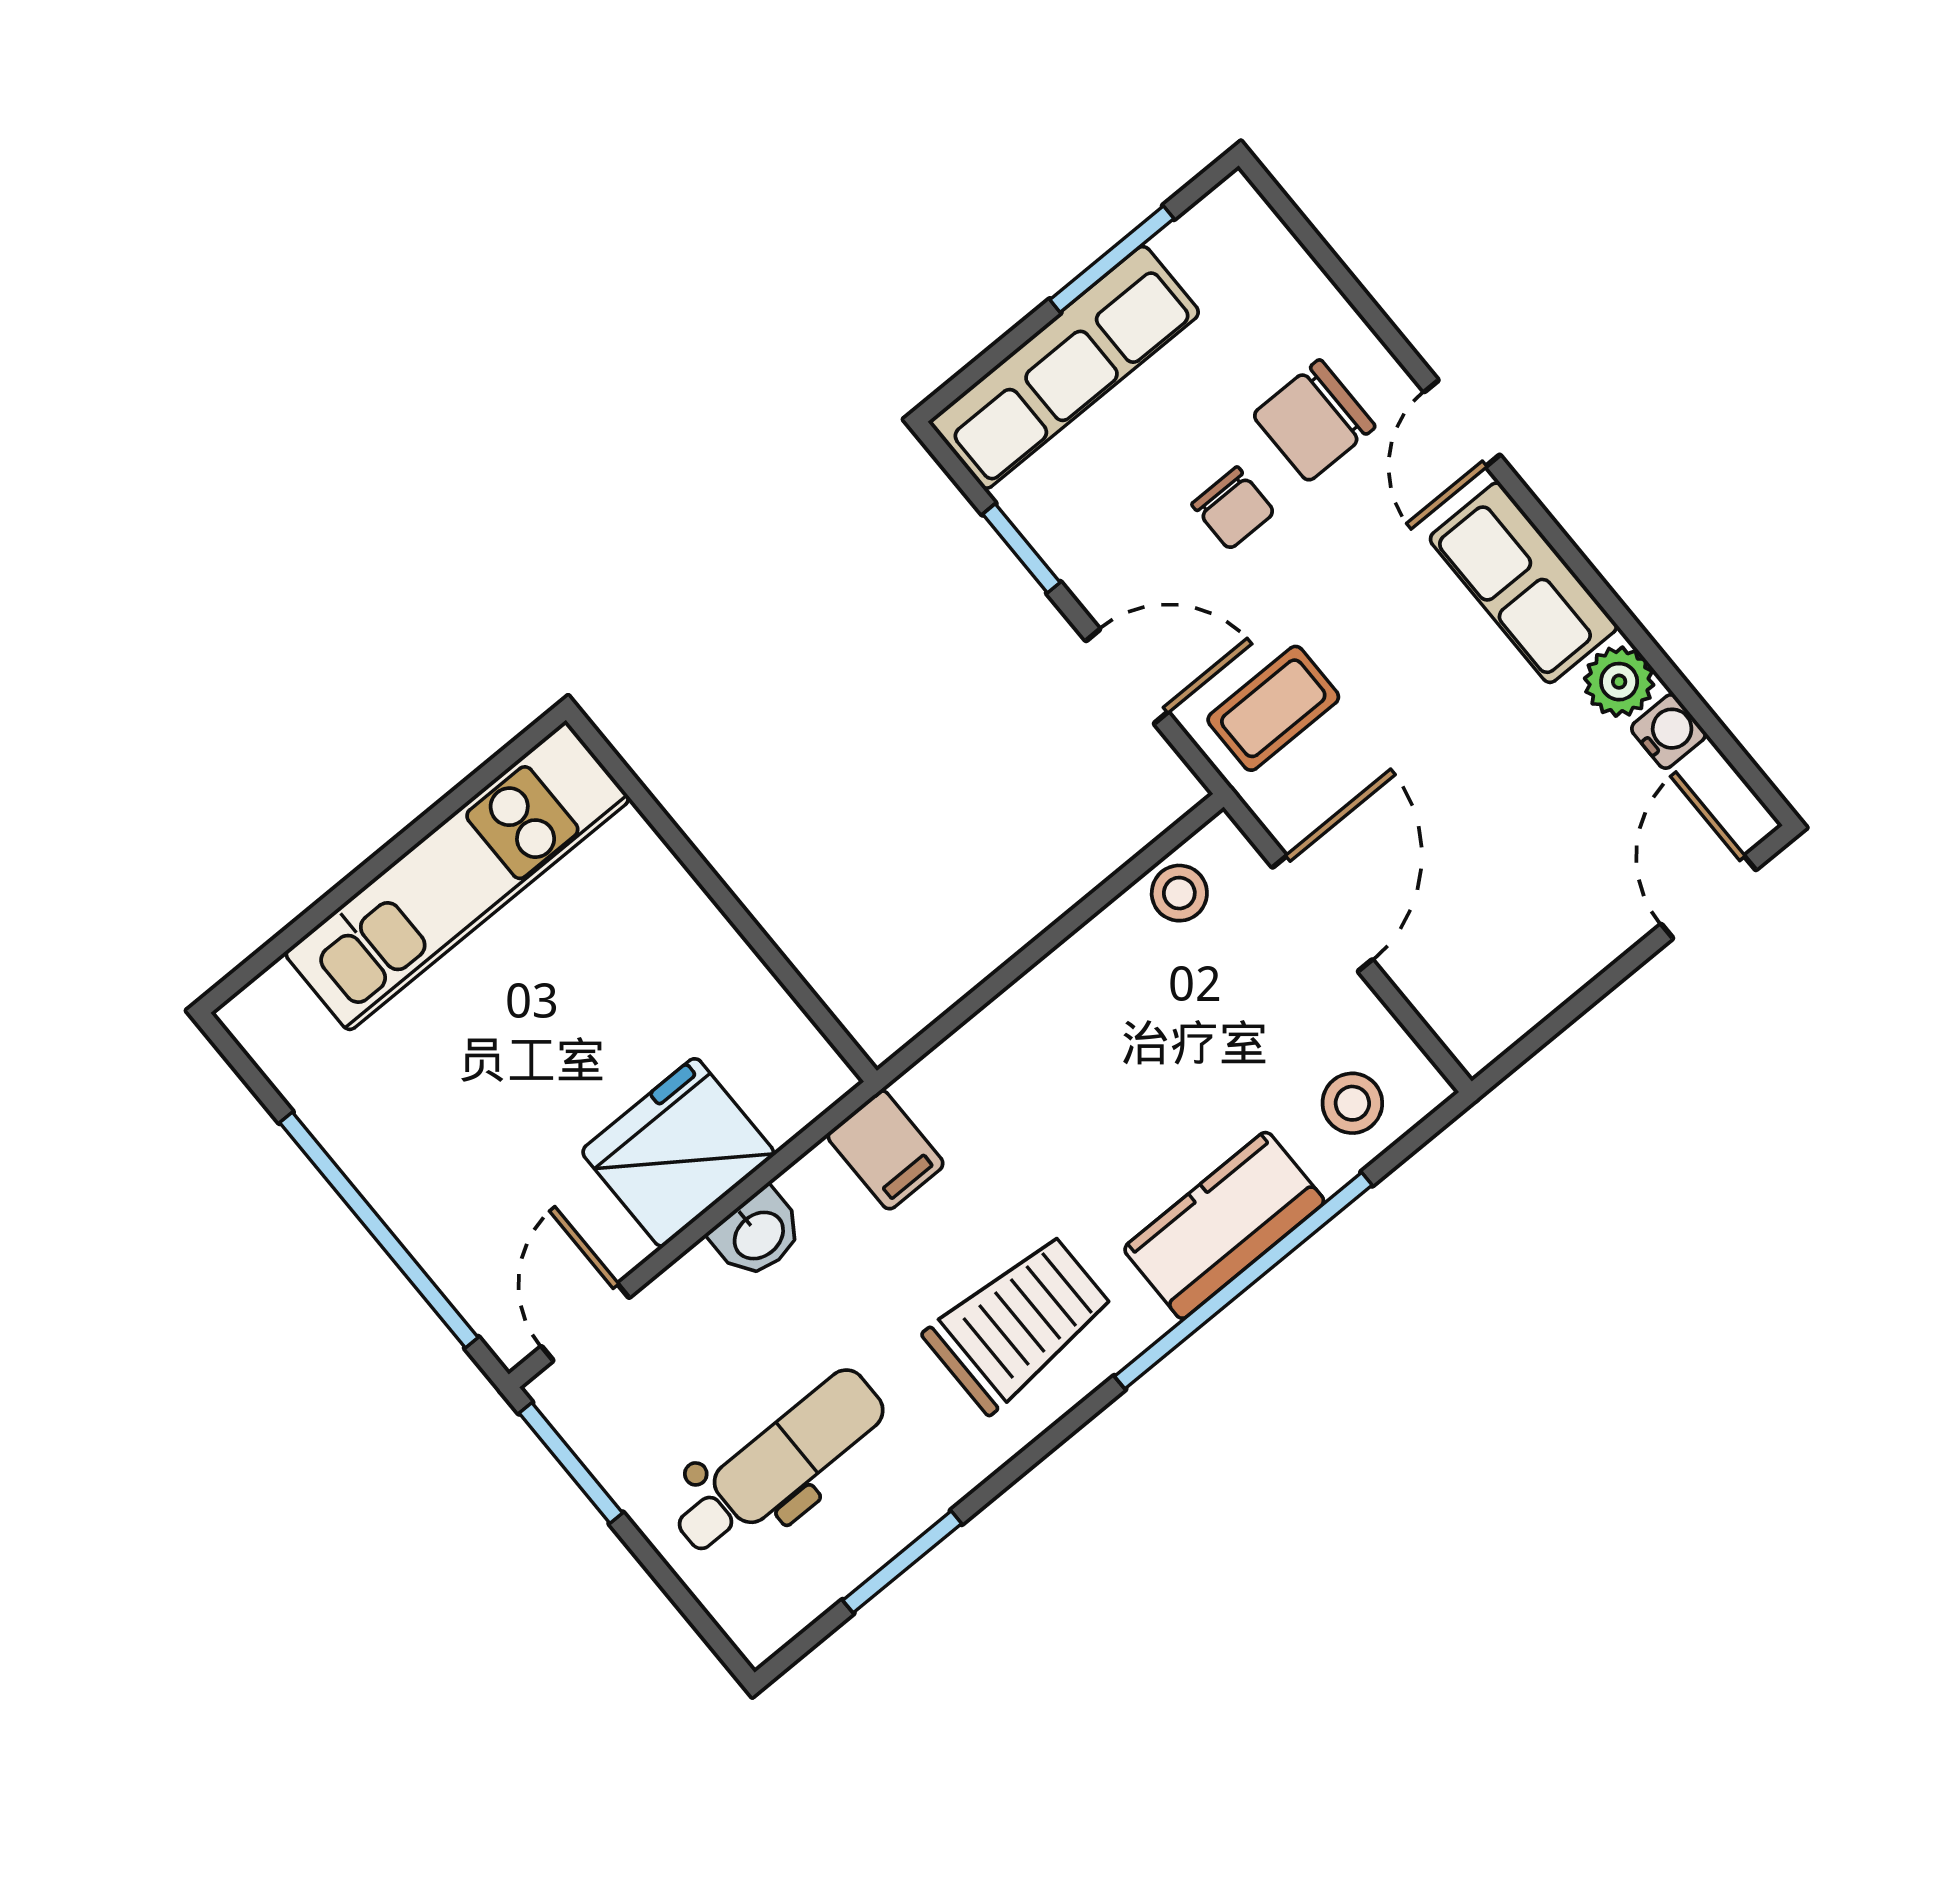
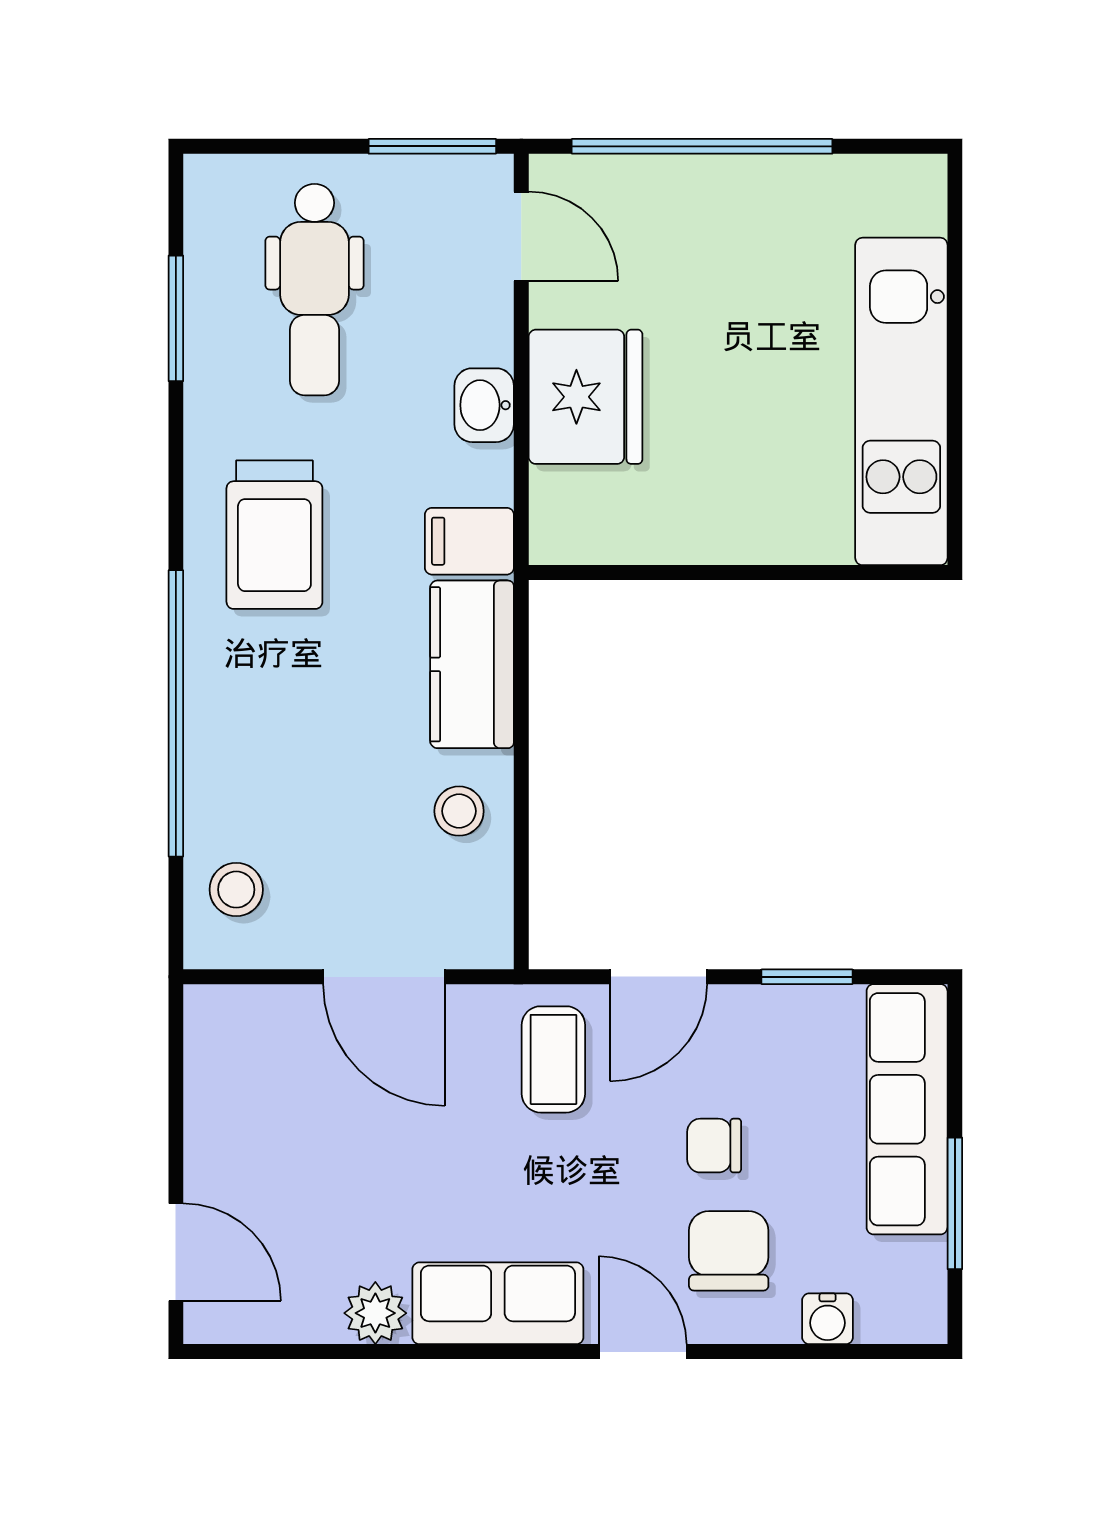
water cooler: (1669, 731) -> (828, 1319), moved
stool: (1179, 893) -> (459, 811), moved
kitchen counter: (1224, 1225) -> (472, 664), moved, turned 180

